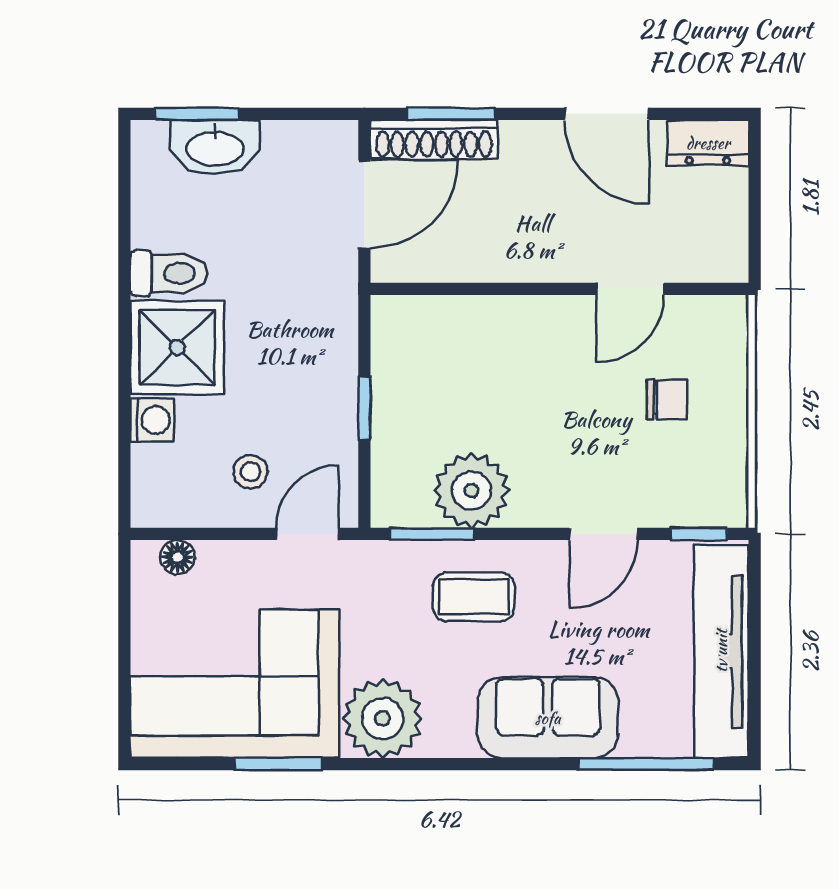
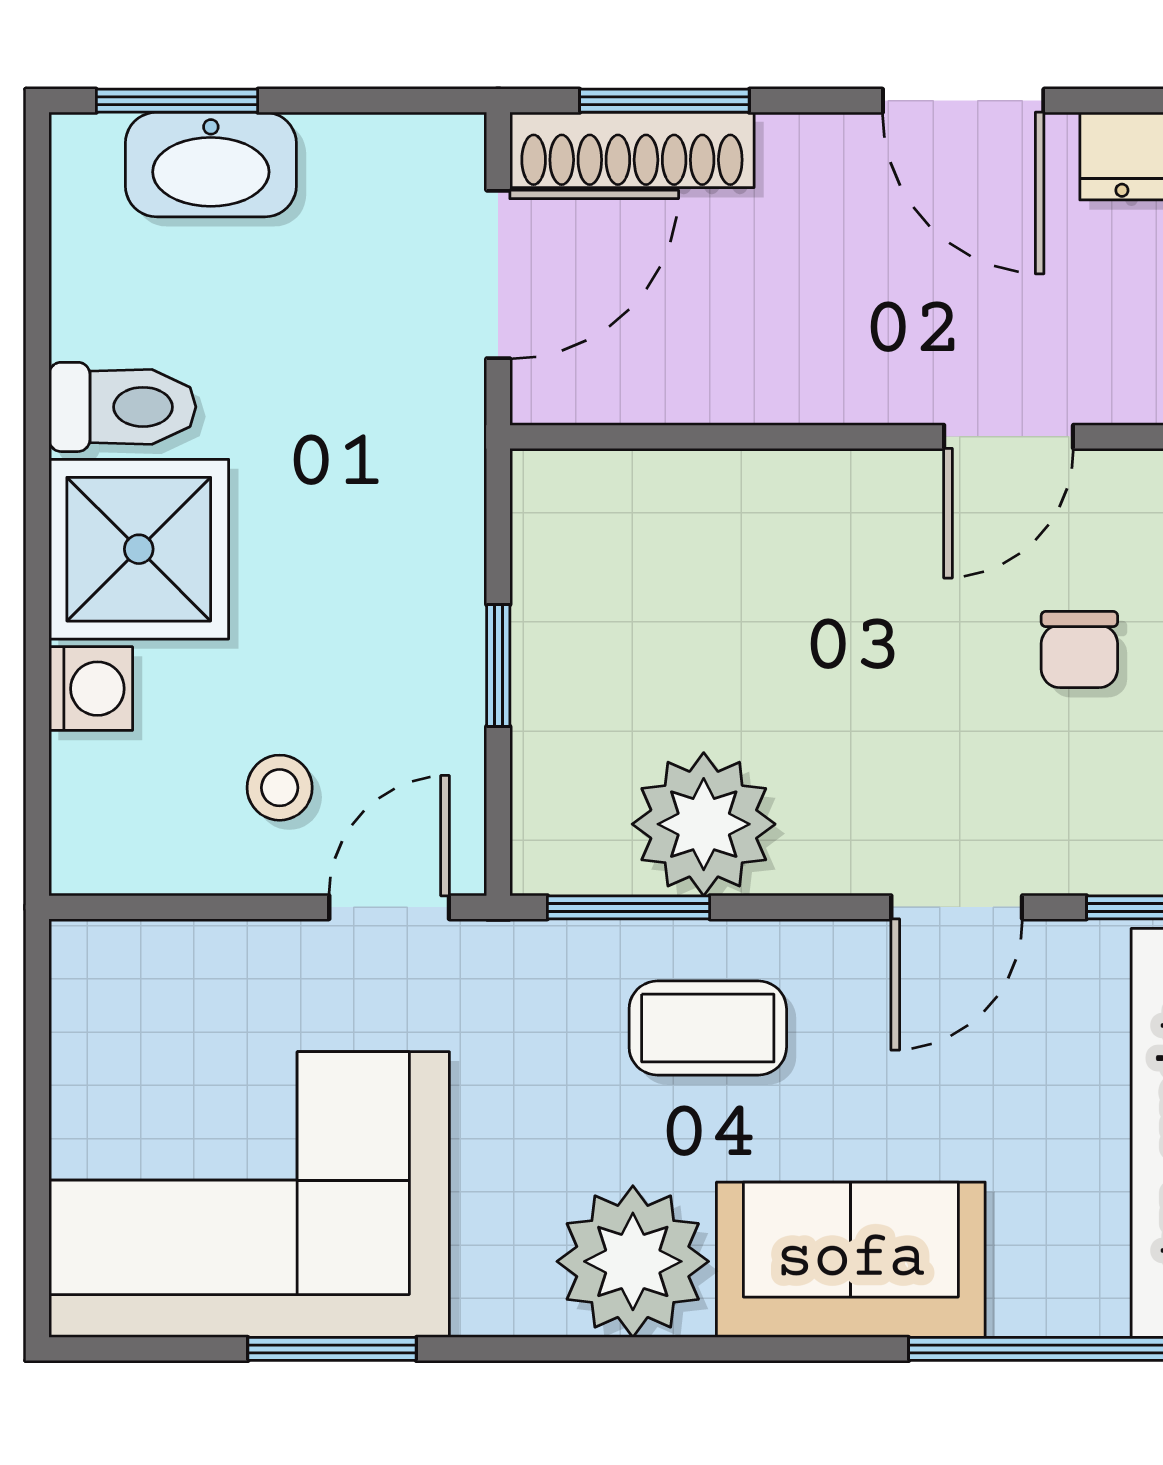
chair: (667, 400) -> (1079, 650), turned 90
floor lamp: (177, 557) -> (139, 952), removed
plant: (383, 718) -> (633, 1261), moved

